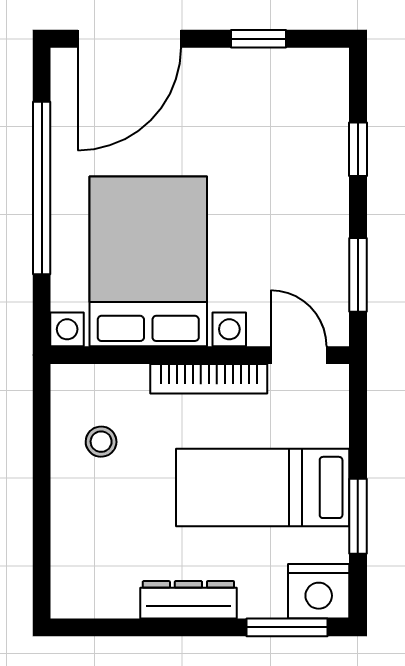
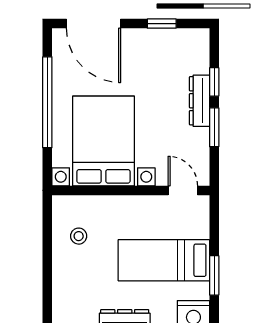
door: (129, 39) -> (94, 24), hinge flipped
dresser: (330, 185) -> (200, 101), added
window: (358, 275) -> (214, 127), moved
bookcase: (209, 379) -> (135, 203), removed

